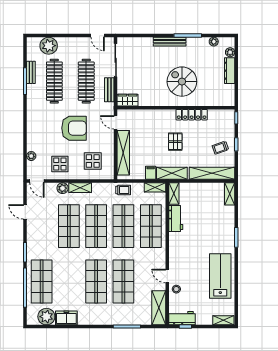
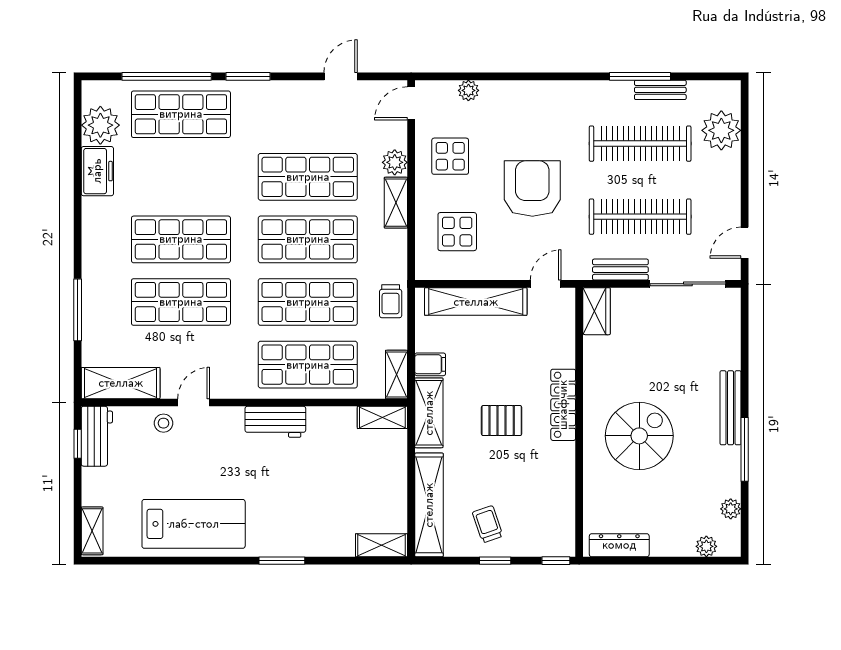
dresser: (230, 71) -> (619, 545), moved
locker: (192, 115) -> (563, 405), moved
armchair: (74, 128) -> (532, 188), turned 180
workbench: (176, 219) -> (275, 422), moved

